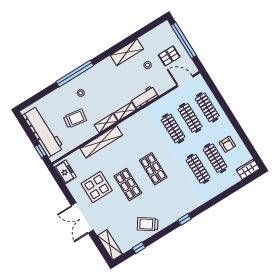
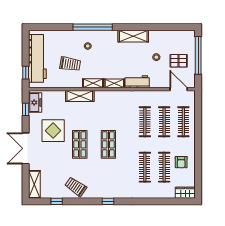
shelving: (127, 52) -> (133, 36), moved
shelving: (101, 142) -> (80, 96), width x0.68
window: (61, 183) -> (26, 109), added

